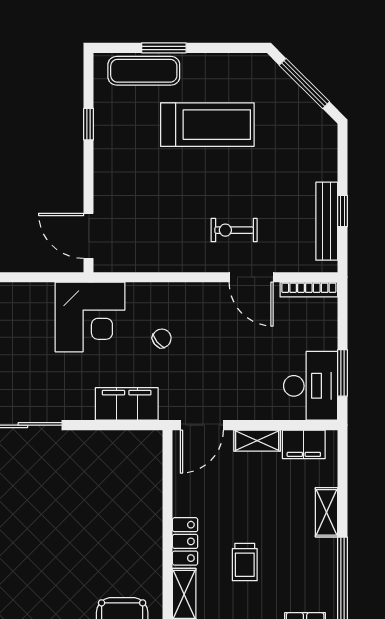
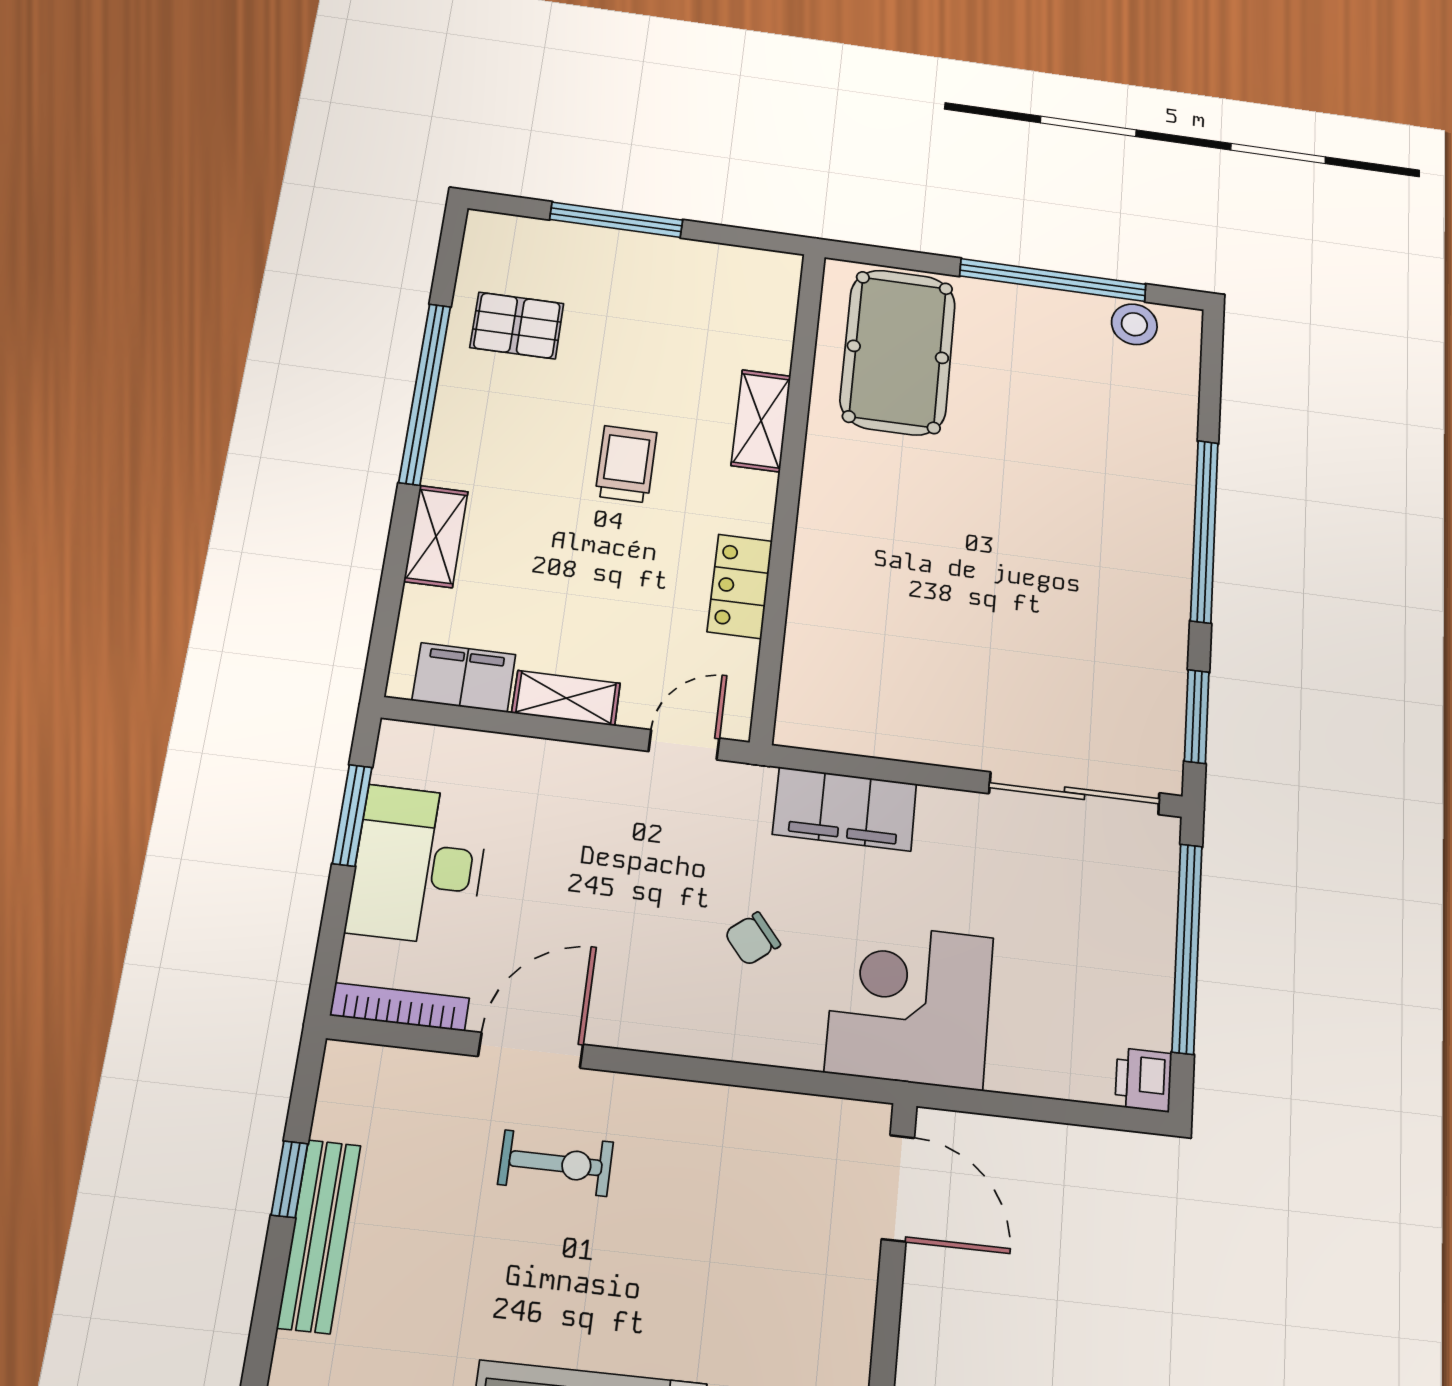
bench: (327, 221) -> (319, 1236), moved
door: (251, 277) -> (531, 1050), hinge flipped
desk: (311, 386) -> (418, 865), moved
door: (202, 425) -> (684, 745), width x0.73
locker: (185, 541) -> (740, 586), moved

